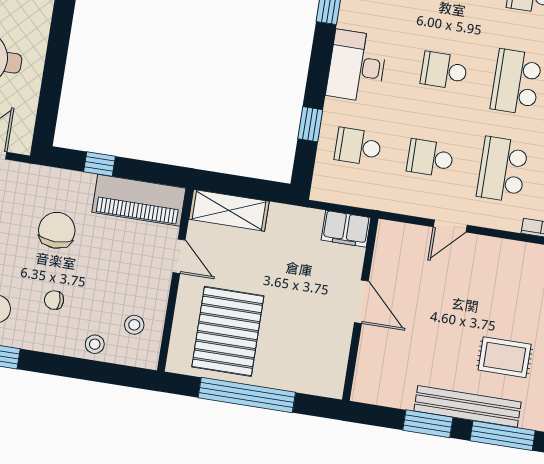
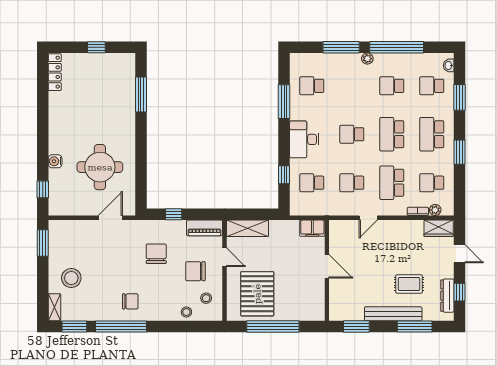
piano: (139, 200) -> (204, 228), width x0.73, depth x0.75
chair: (54, 300) -> (195, 271), moved, width x1.87, depth x1.87
window: (428, 424) -> (356, 326), moved

